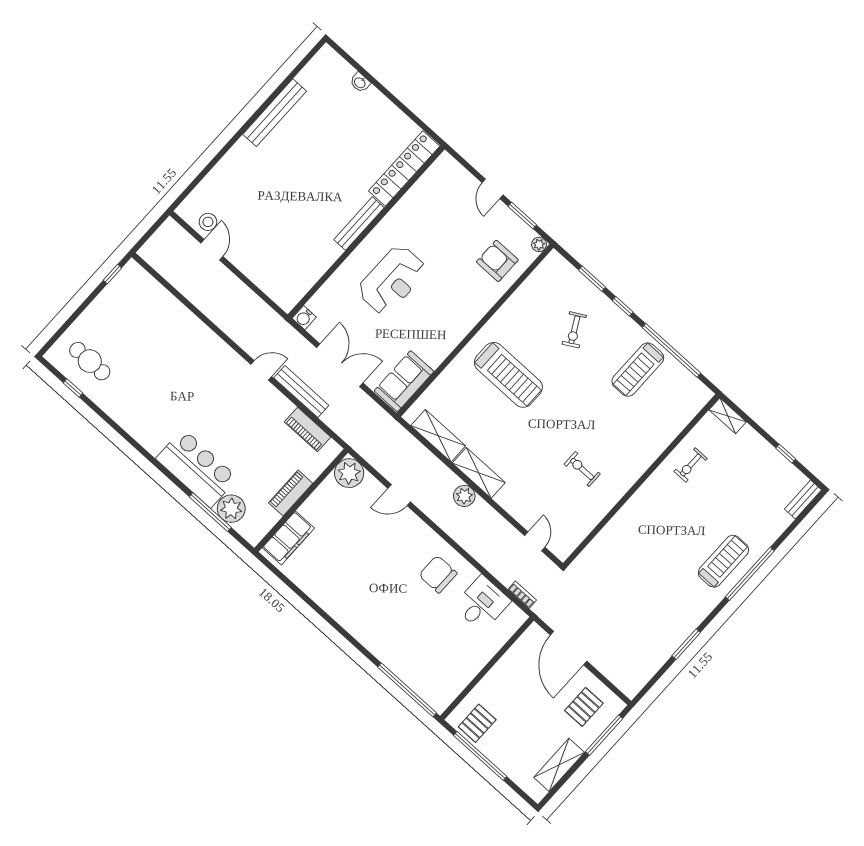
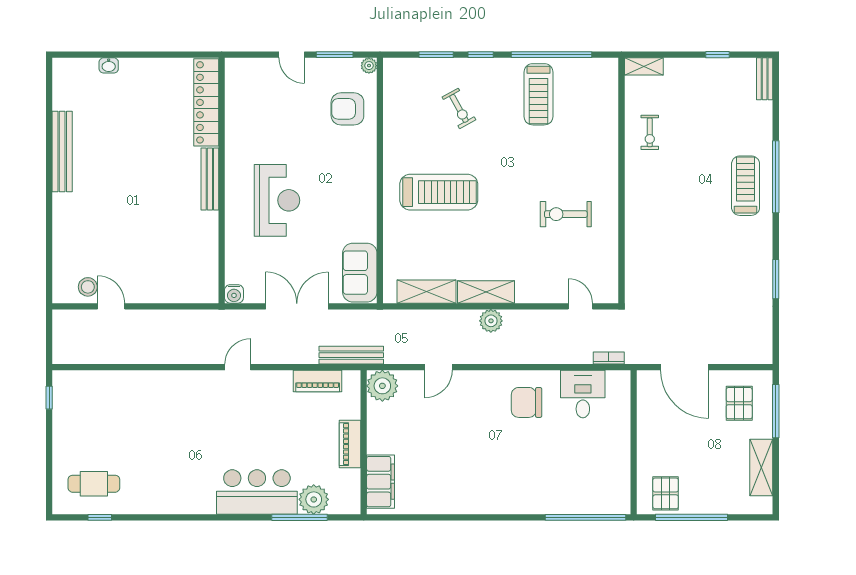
bench: (301, 392) -> (351, 355), moved
exercise bike: (582, 469) -> (566, 214), width x1.38, depth x1.39

